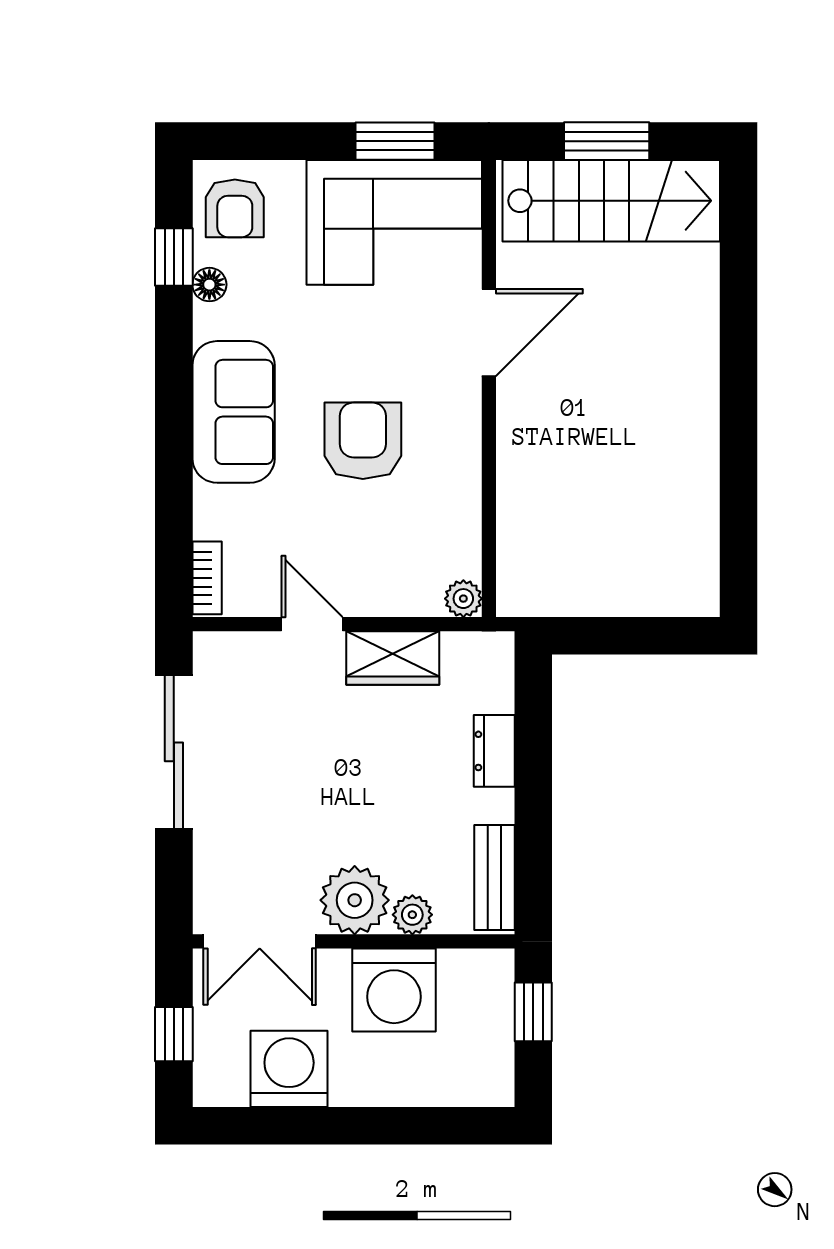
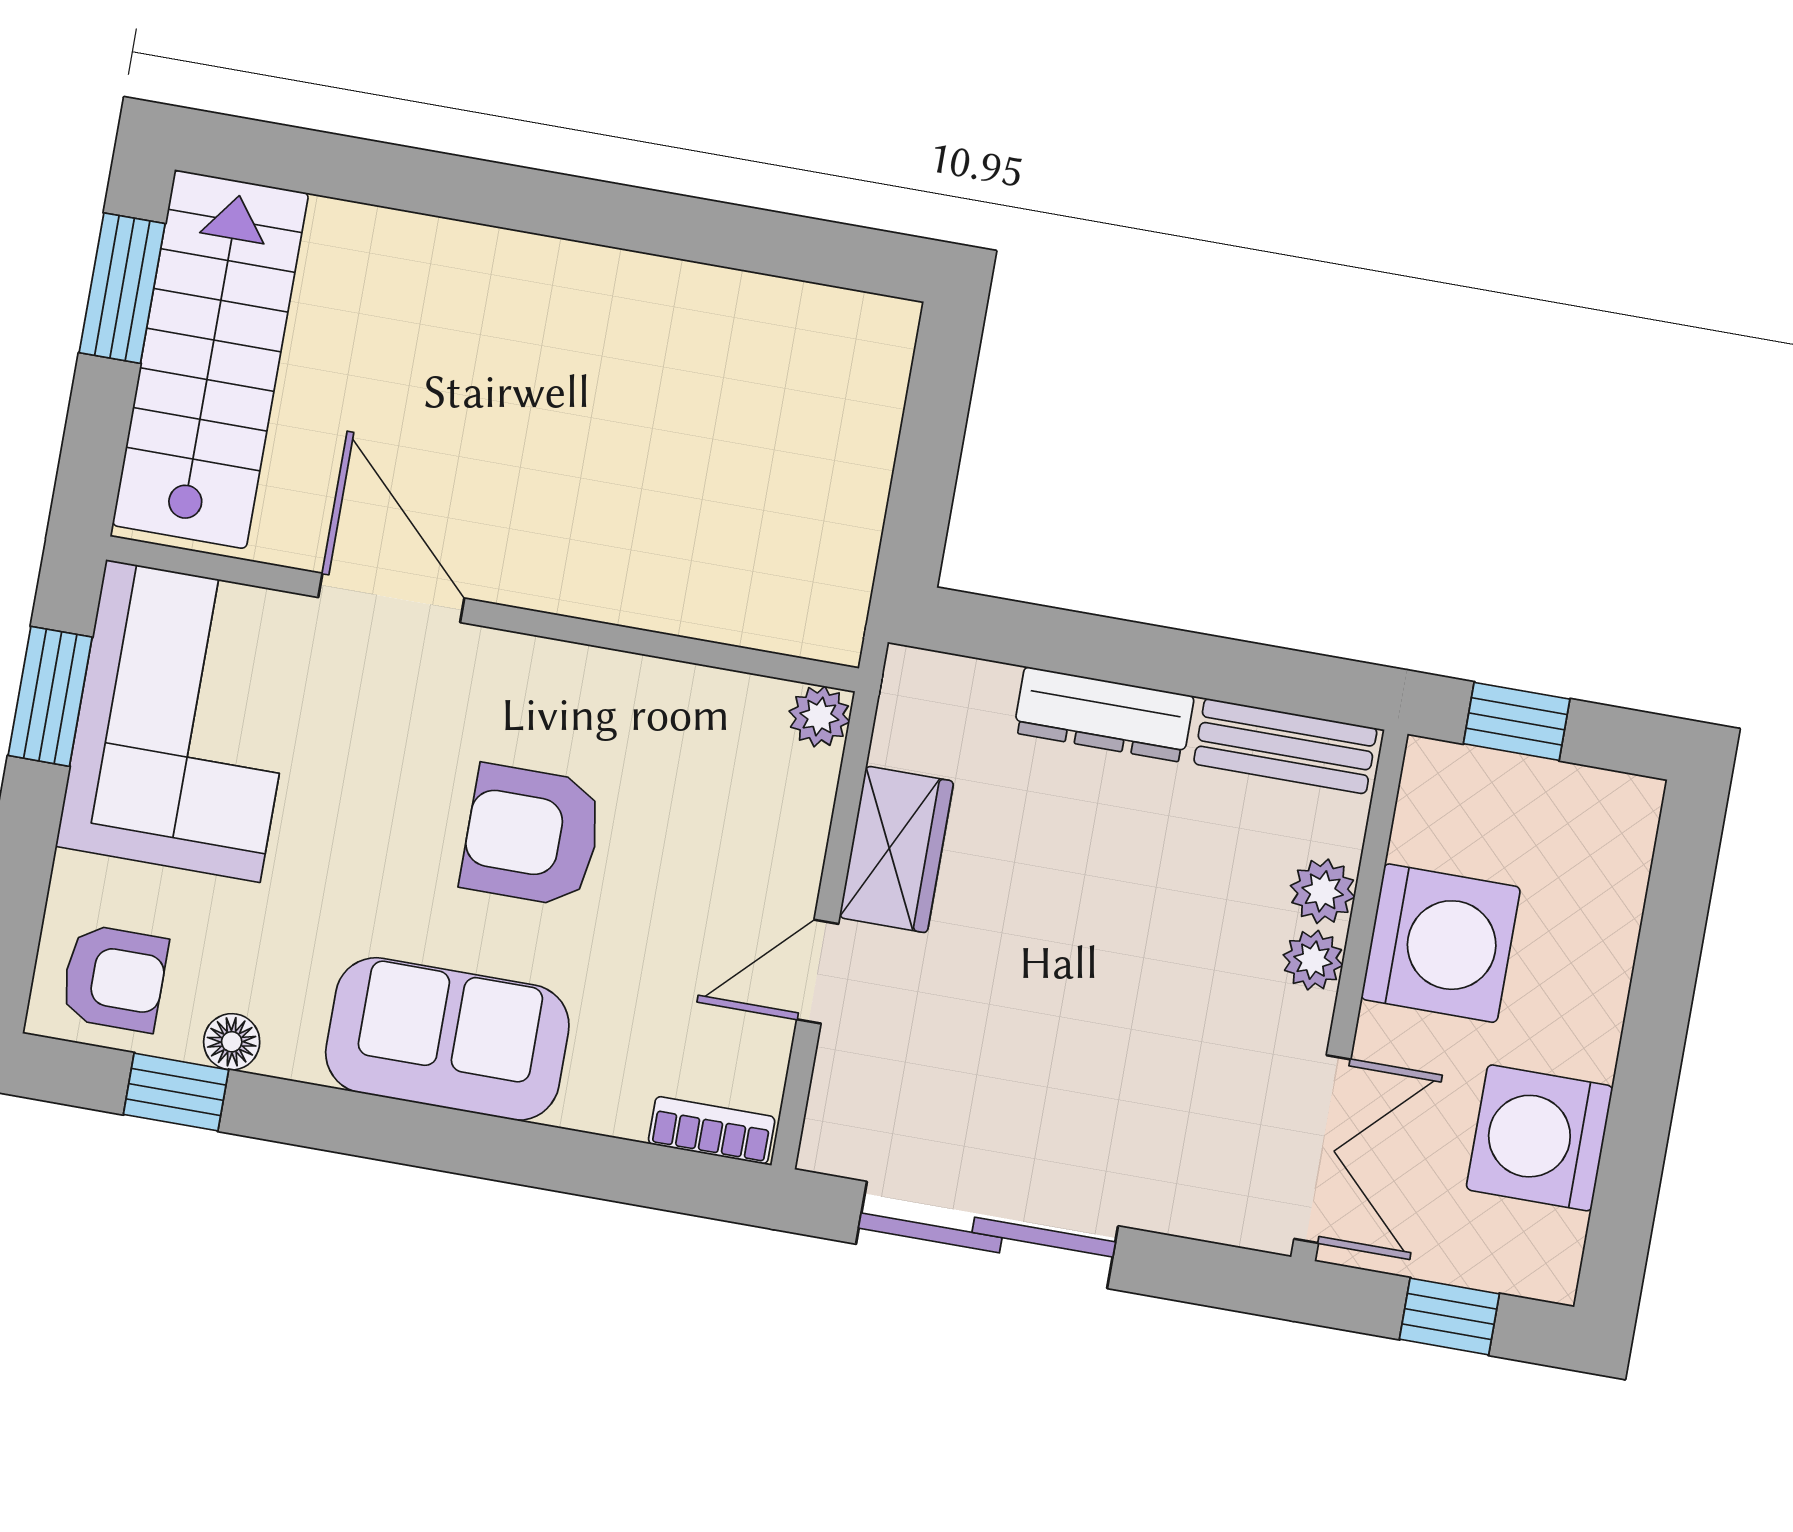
window: (607, 141) -> (122, 288), moved
dresser: (494, 751) -> (1104, 714), width x1.44
plant: (355, 900) -> (1313, 960), width x0.53, depth x0.53

